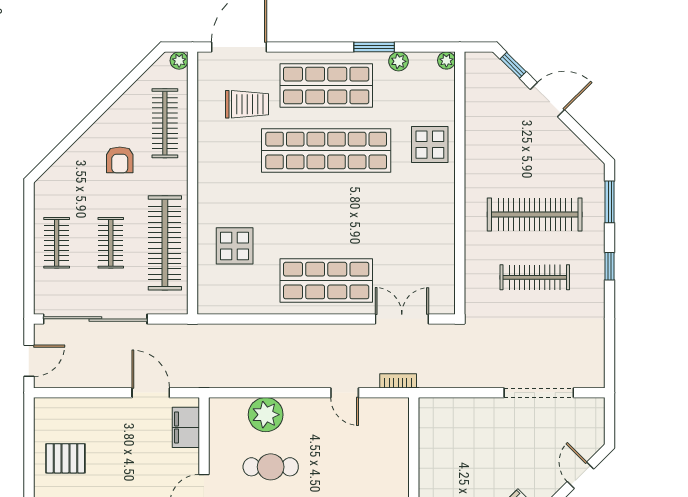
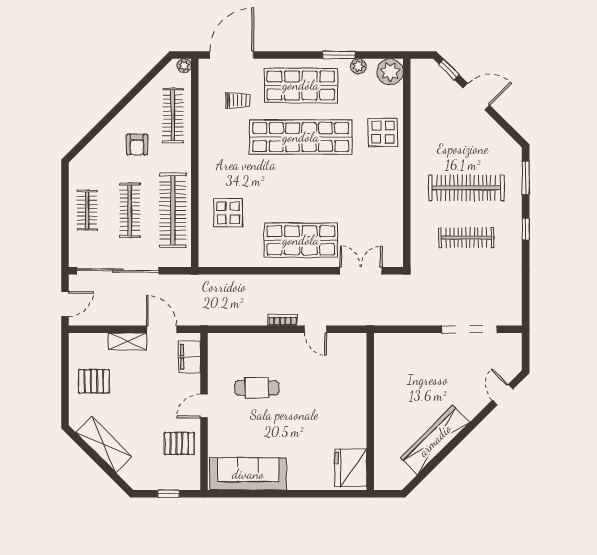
plant: (446, 60) -> (390, 72), width x1.87, depth x1.87
trolley: (247, 104) -> (238, 100), width x0.73, depth x0.72
clothes rail: (111, 243) -> (130, 210), width x1.36
bookcase: (398, 381) -> (283, 320), moved
shelving: (108, 408) -> (127, 341), added
plant: (266, 415) -> (253, 347), removed

